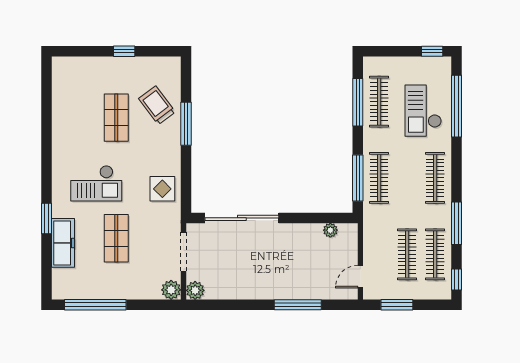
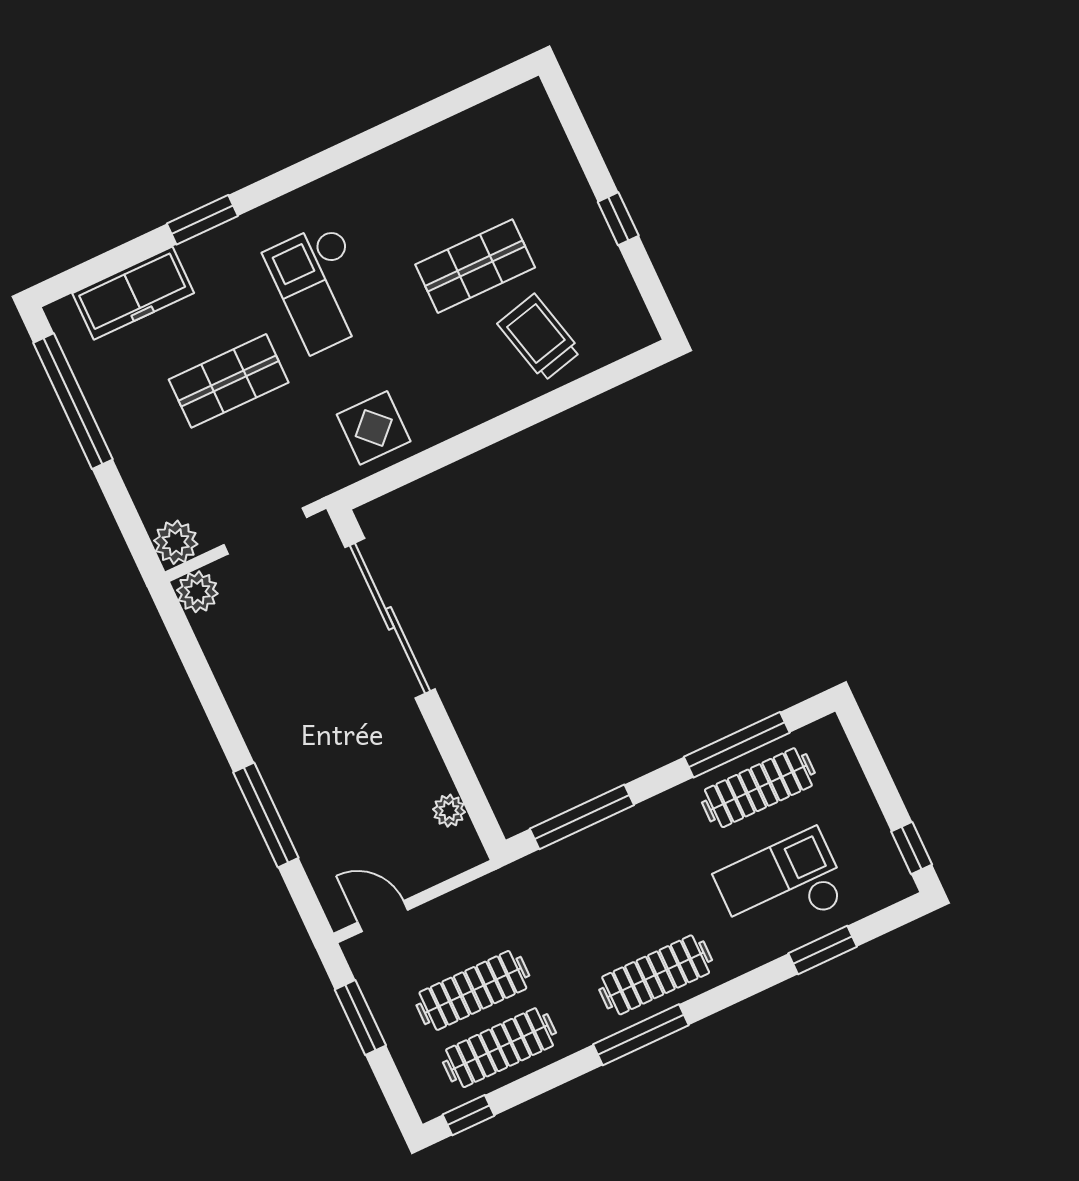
trolley: (157, 105) -> (539, 338), turned -67
window: (456, 106) -> (823, 950), width x0.47
window: (186, 124) -> (529, 414), removed
clothes rail: (379, 178) -> (602, 860), removed
window: (456, 223) -> (641, 1035), moved
freezer: (63, 243) -> (133, 293), moved

